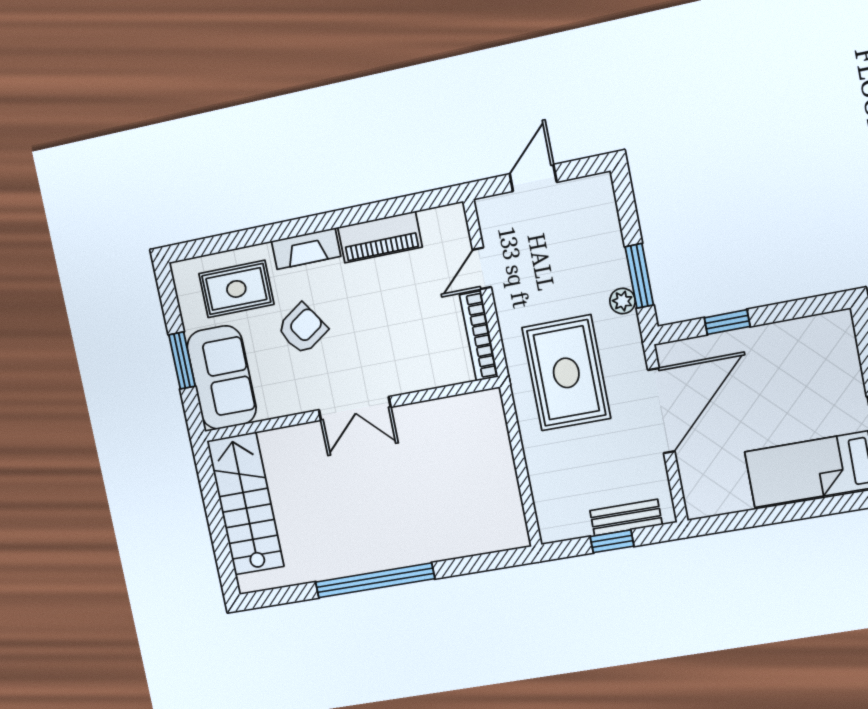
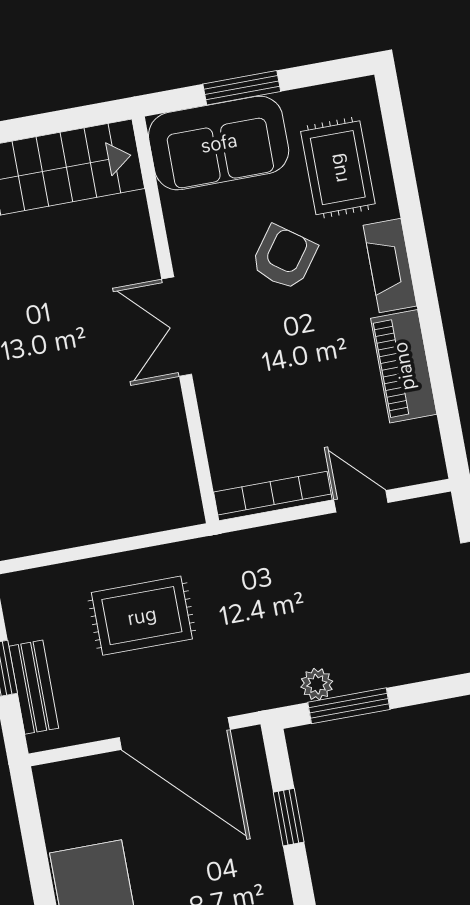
armchair: (302, 329) -> (284, 257), turned -110
rug: (566, 373) -> (142, 616), moved, width x0.73, depth x0.70

